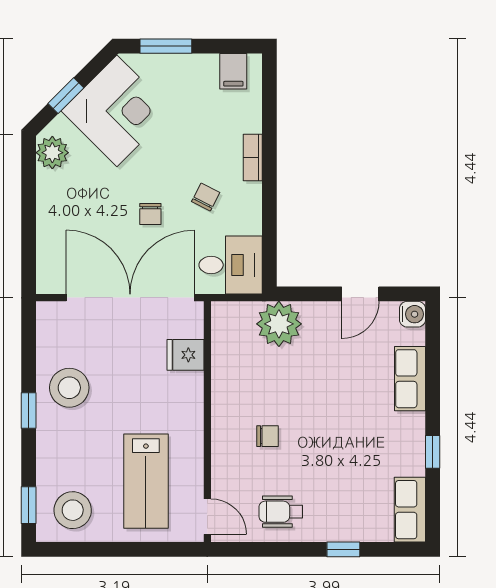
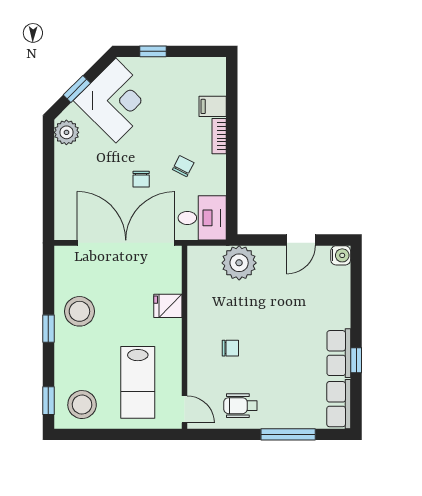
window: (166, 46) -> (153, 51), width x0.67
filing cabinet: (233, 71) -> (213, 106), moved, turned 90
fridge: (185, 355) -> (168, 306), moved
row of seats: (410, 379) -> (339, 353), moved
window: (343, 549) -> (288, 434), width x2.17

